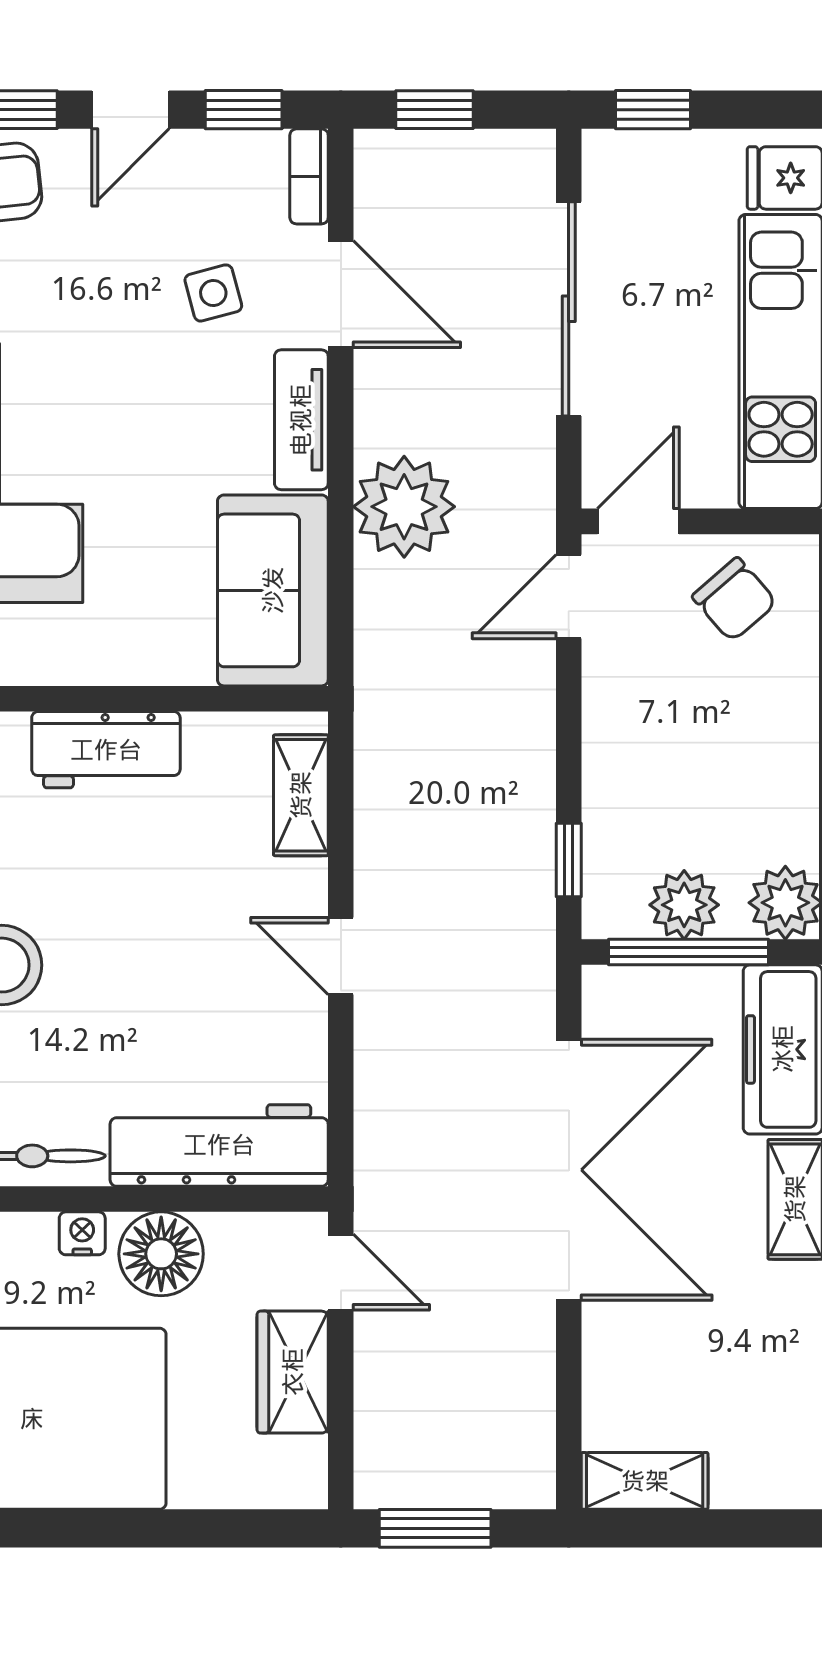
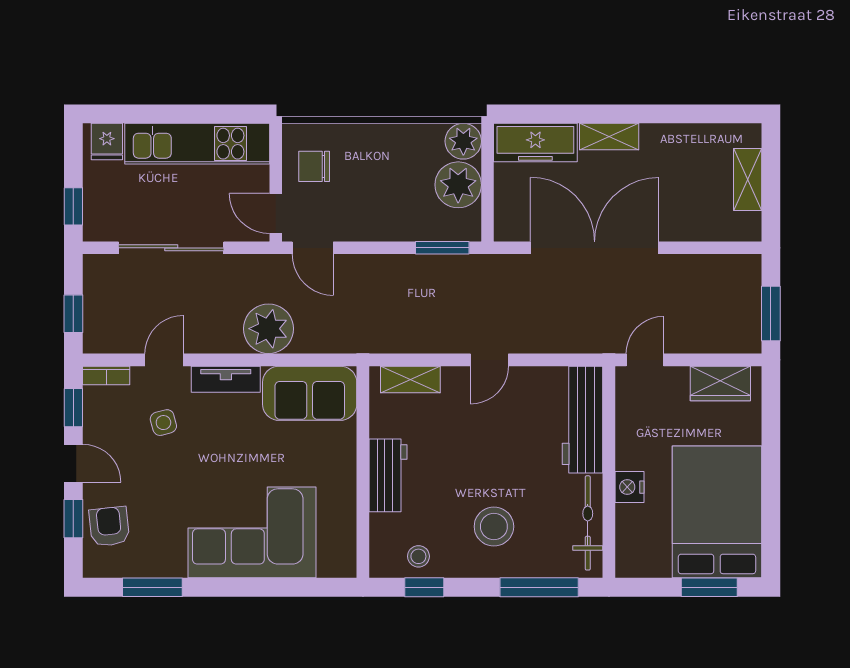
door: (341, 294) -> (164, 360), width x0.73
chair: (734, 599) -> (314, 166), turned -139
window: (569, 860) -> (442, 248), width x1.50
plant: (684, 905) -> (458, 185), width x1.36, depth x1.36
window: (688, 952) -> (488, 189), removed
nightstand: (82, 1233) -> (630, 487), width x1.39, depth x1.35
floor lamp: (161, 1254) -> (636, 448), removed
wardrobe: (293, 1372) -> (720, 384), moved
shelving: (645, 1481) -> (748, 179), moved

